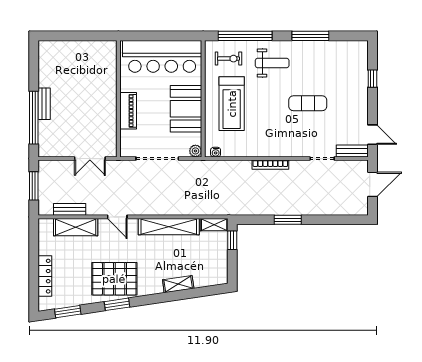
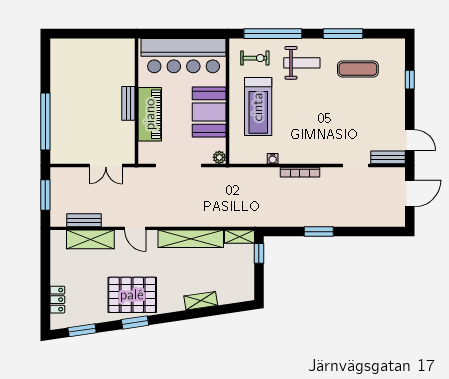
exercise mat: (308, 103) -> (358, 69), moved
bench: (44, 104) -> (128, 103), moved
piano: (128, 111) -> (150, 114), width x1.37, depth x1.33
water cooler: (216, 152) -> (273, 159), moved
locker: (45, 276) -> (57, 300), width x0.66

